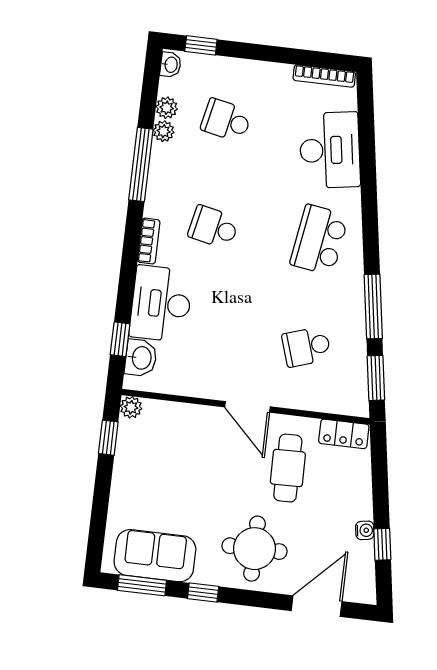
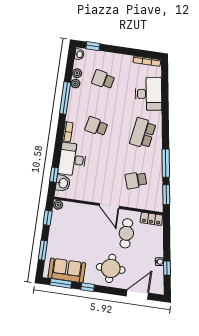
window: (100, 511) -> (43, 250), added

